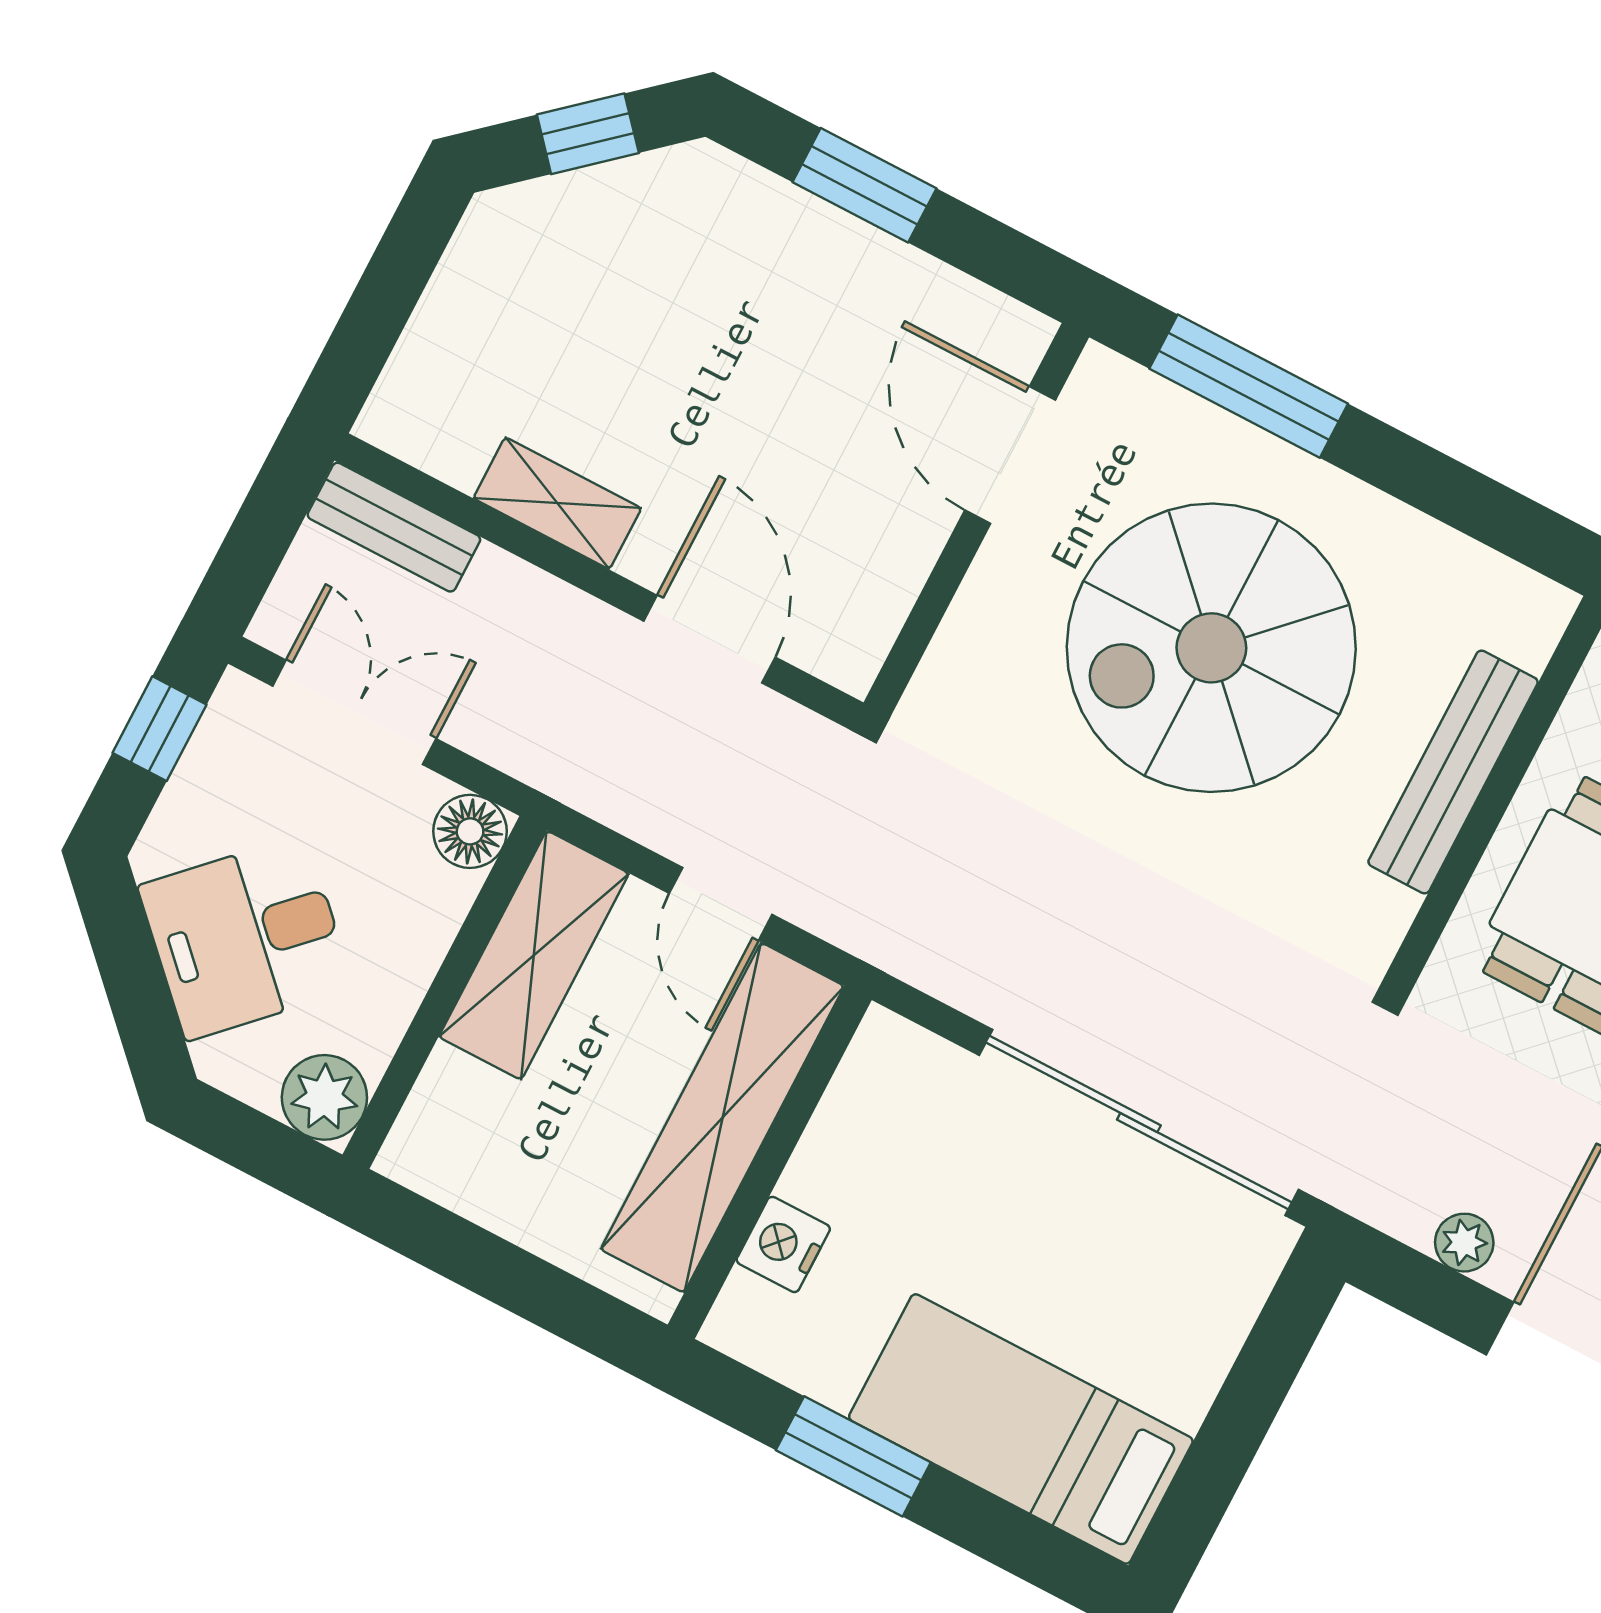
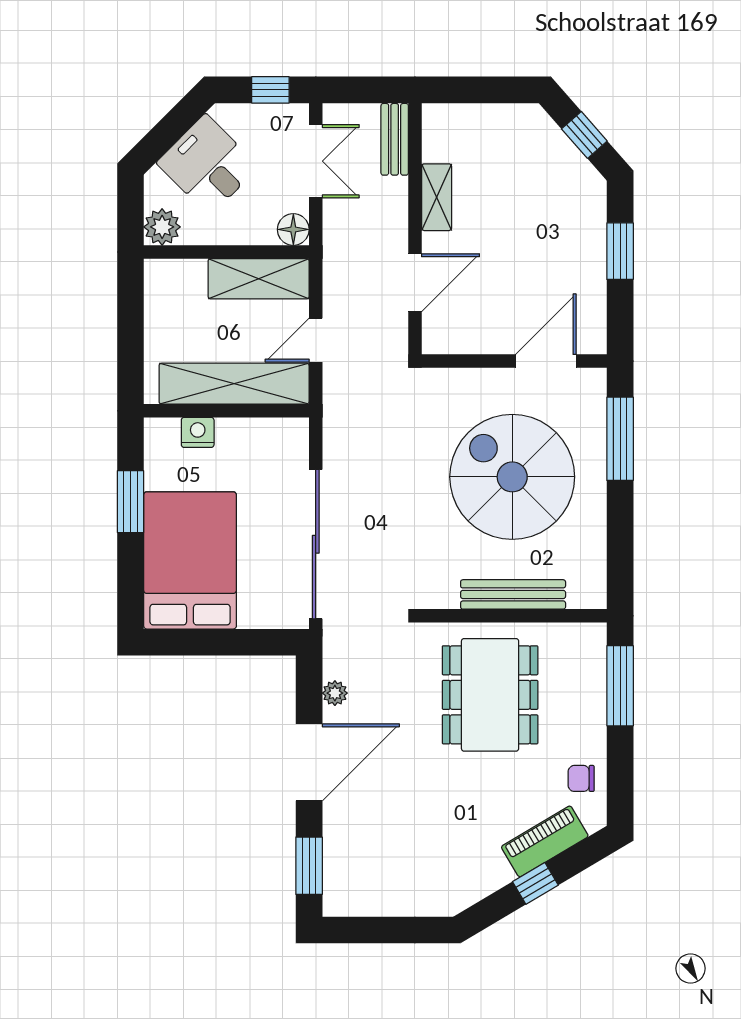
bed: (1021, 1429) -> (190, 560), width x1.50

